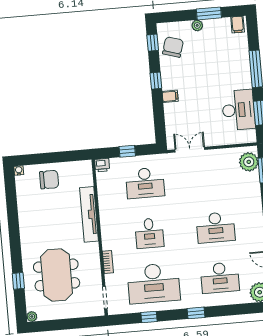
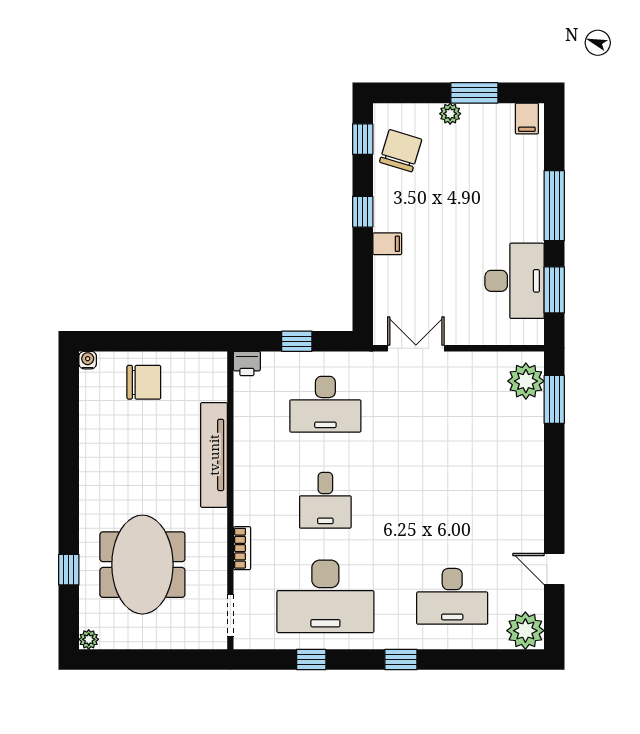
desk: (216, 227) -> (452, 500), removed

